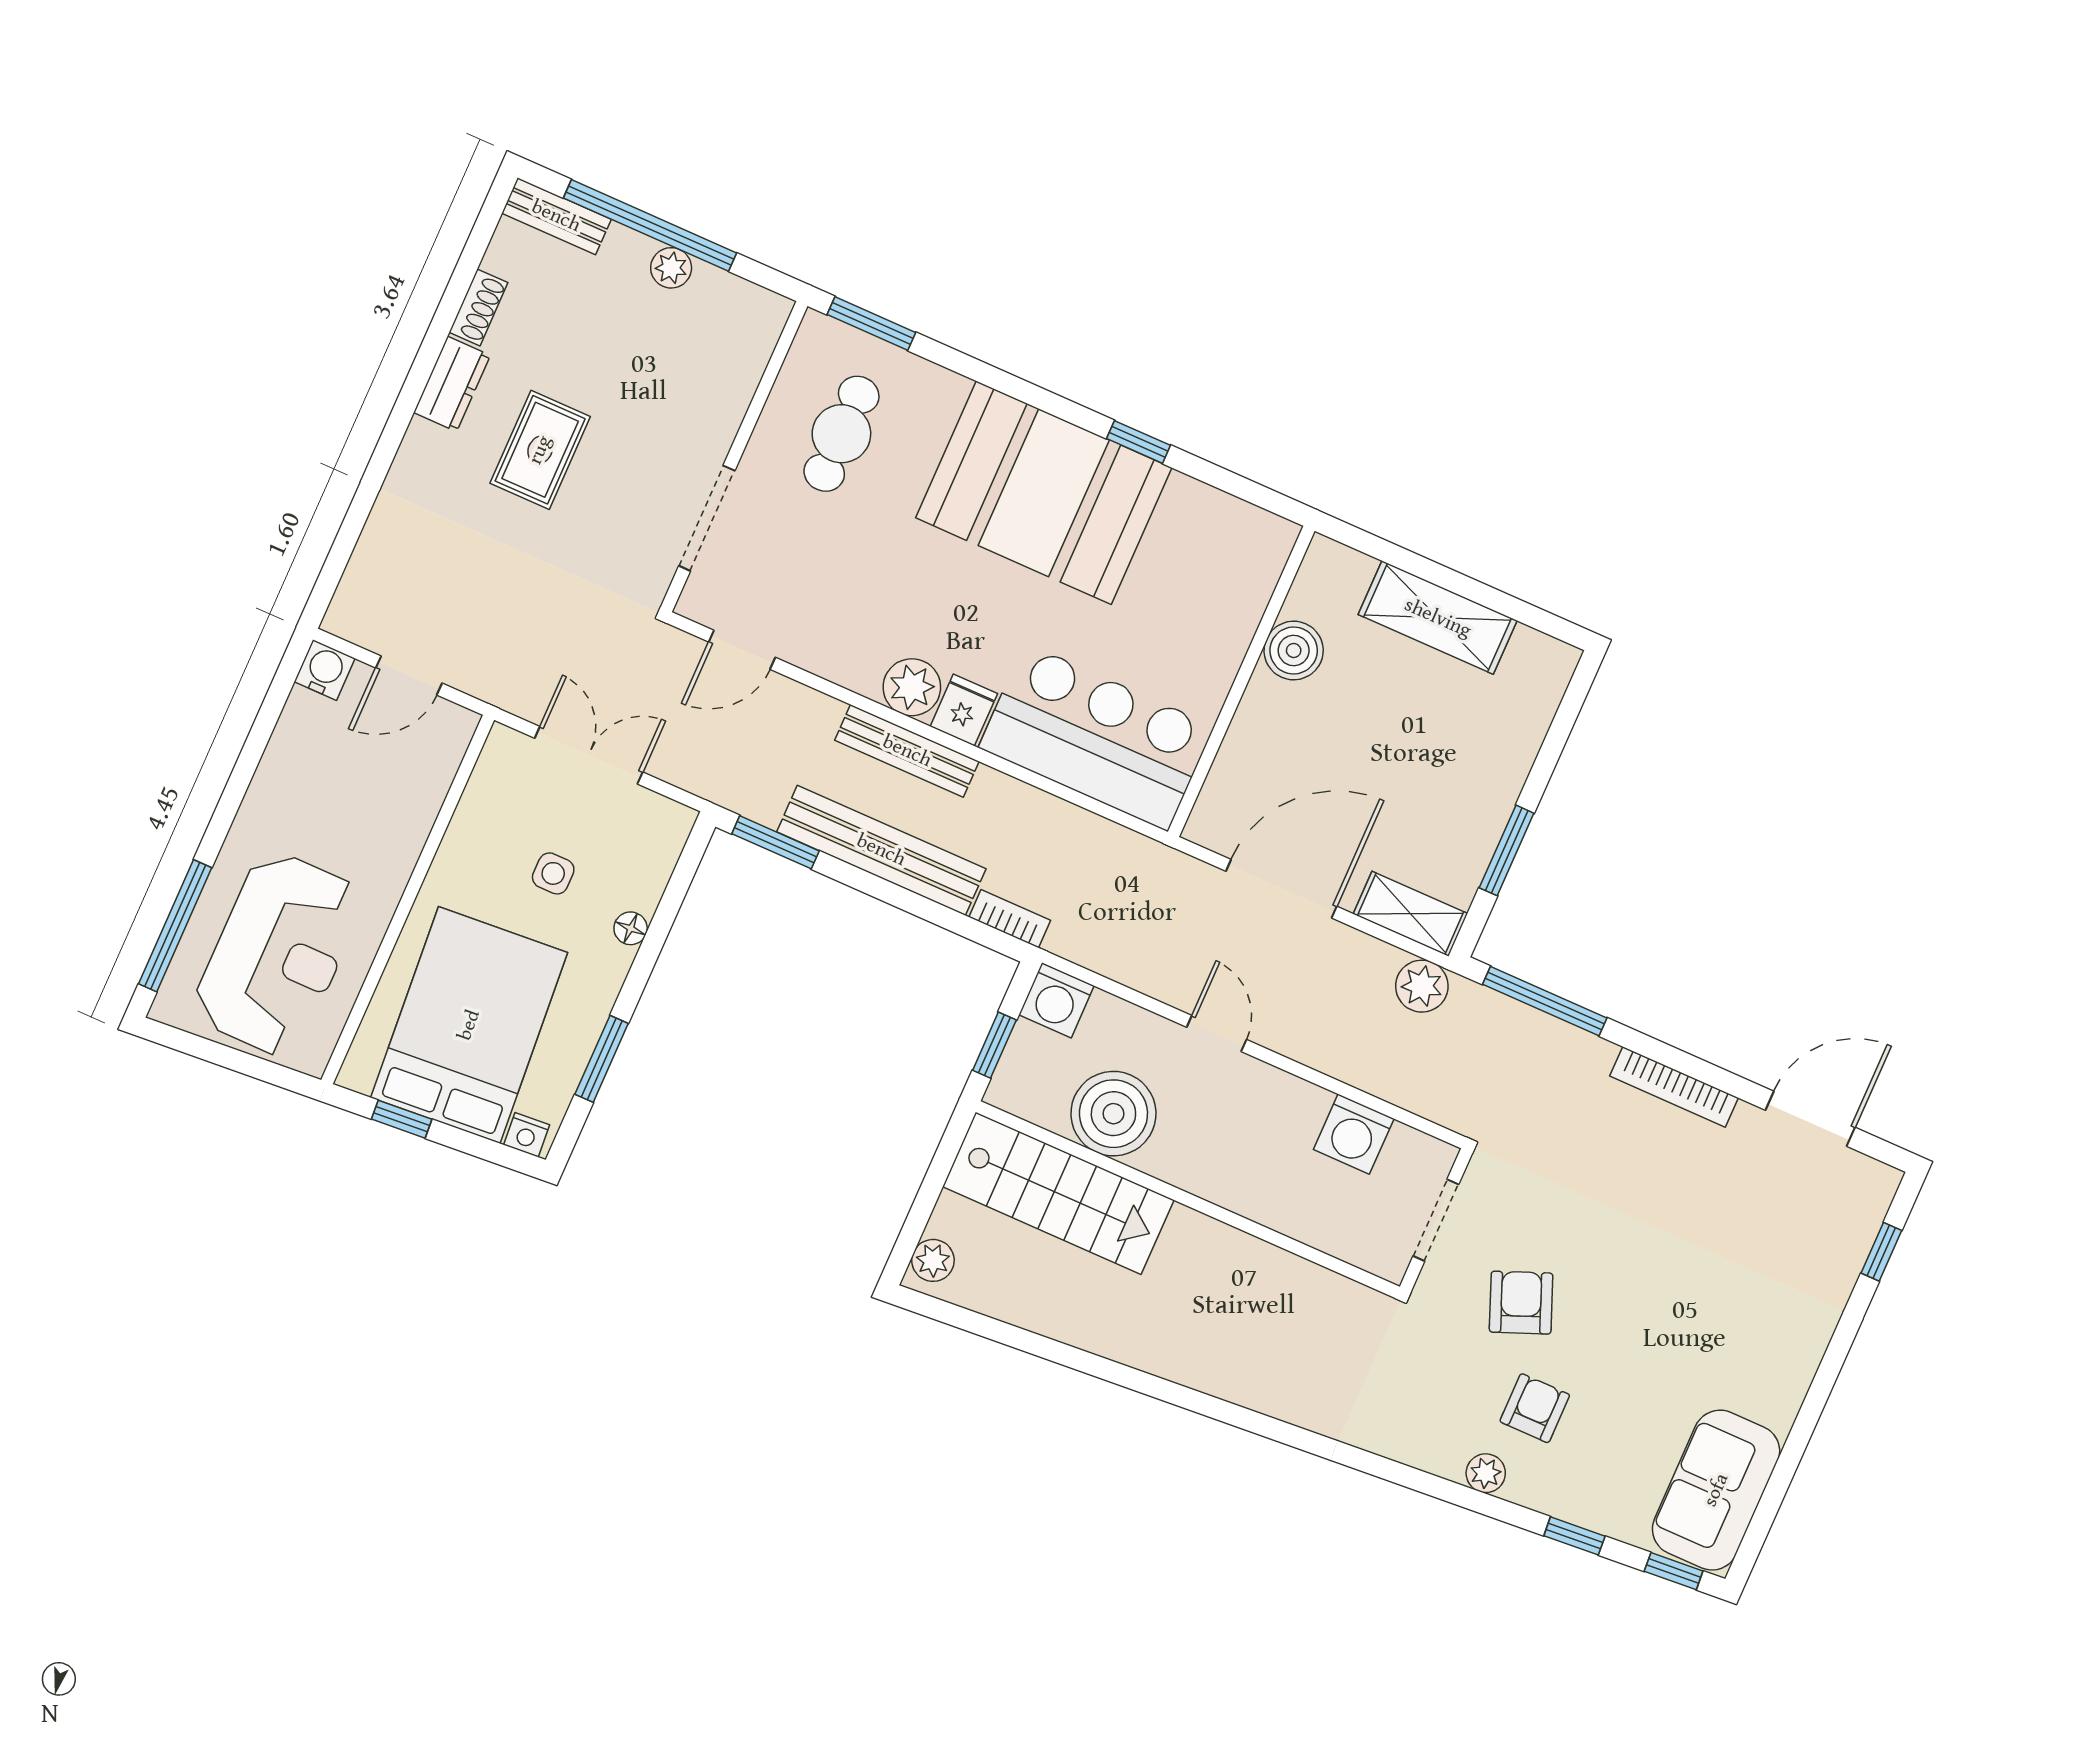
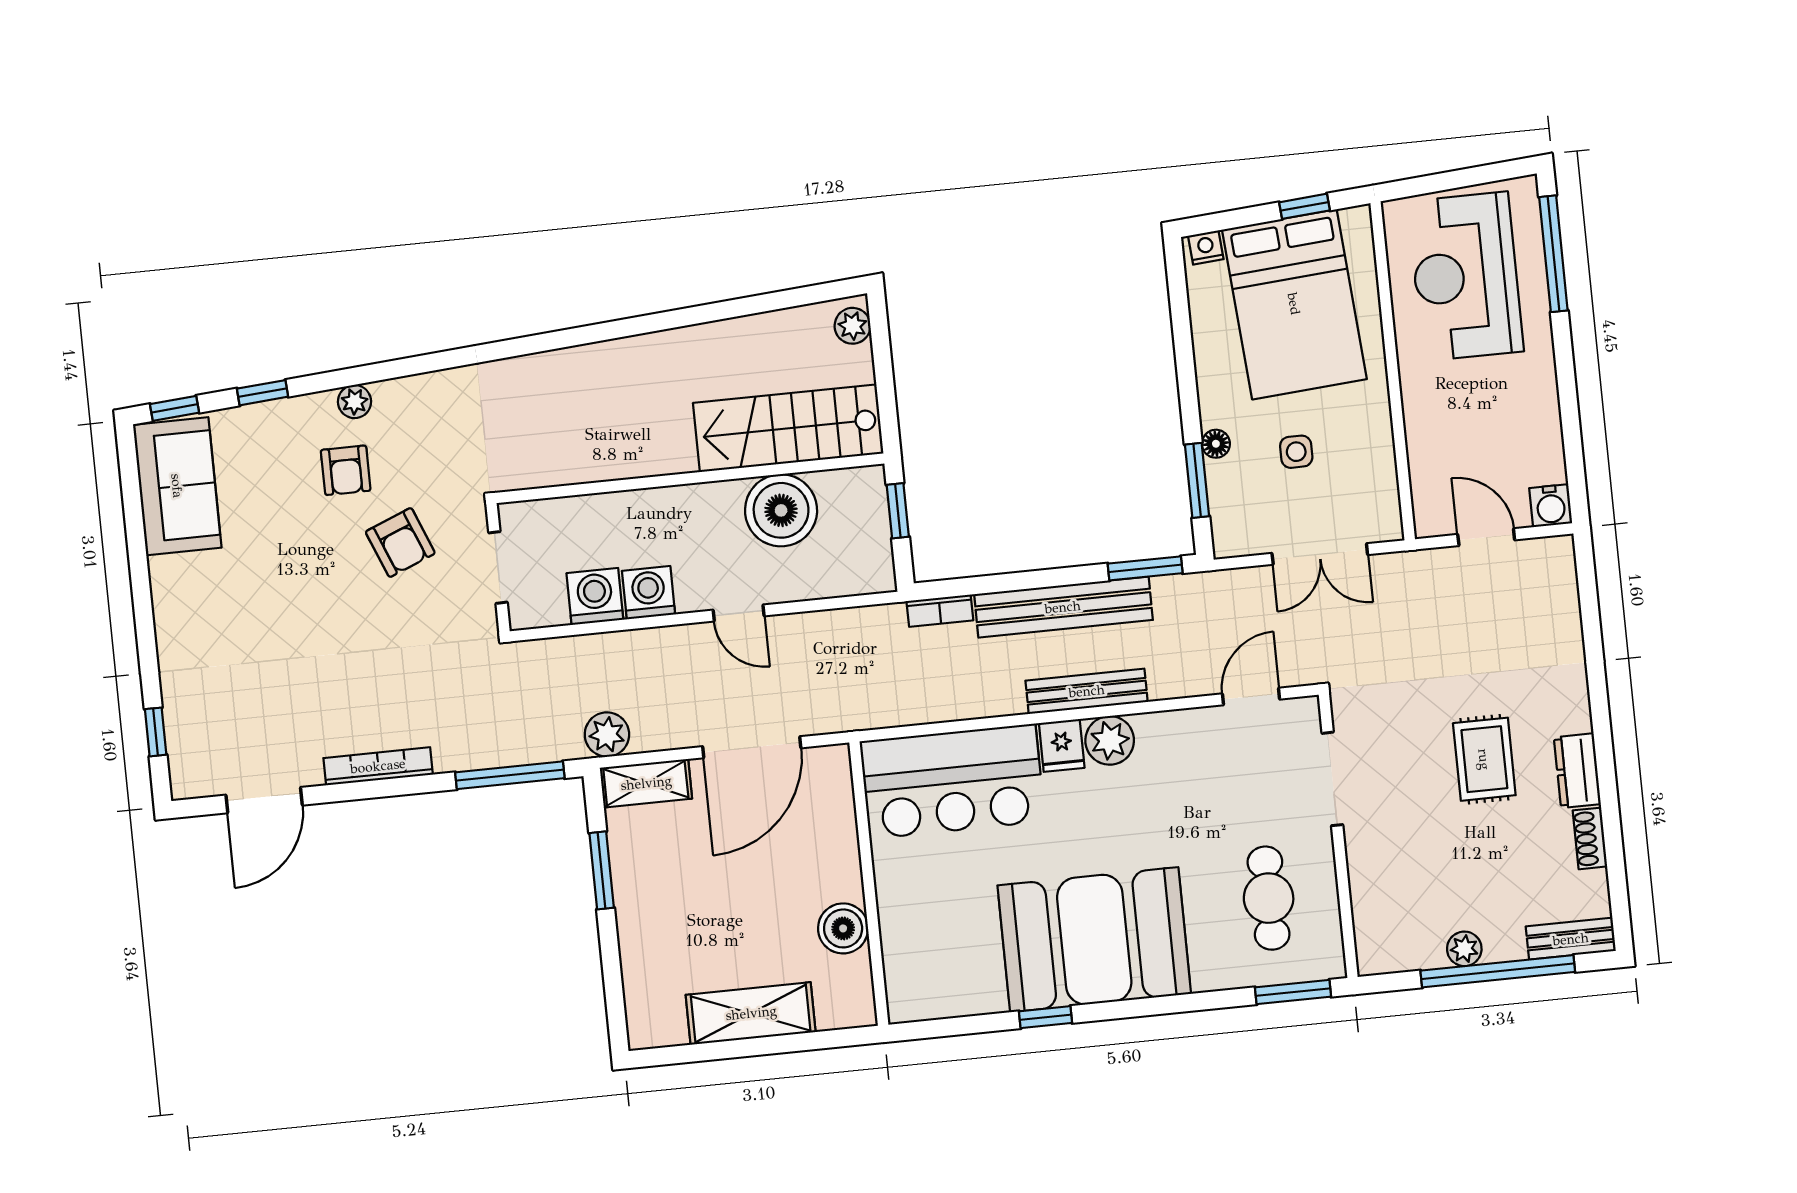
door: (409, 676) -> (1486, 537), hinge flipped
washing machine: (1056, 1000) -> (649, 593), moved
window: (602, 1059) -> (1197, 480), moved

